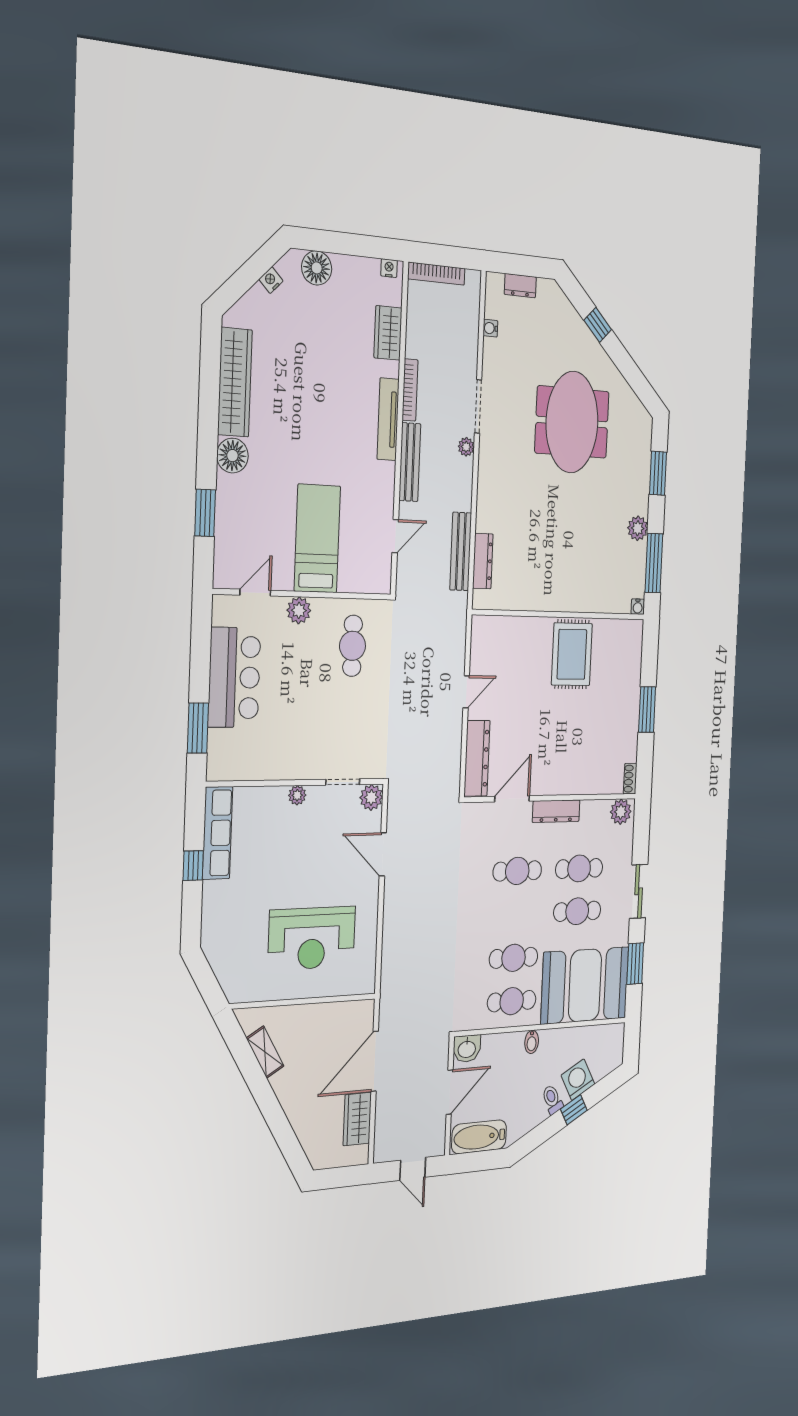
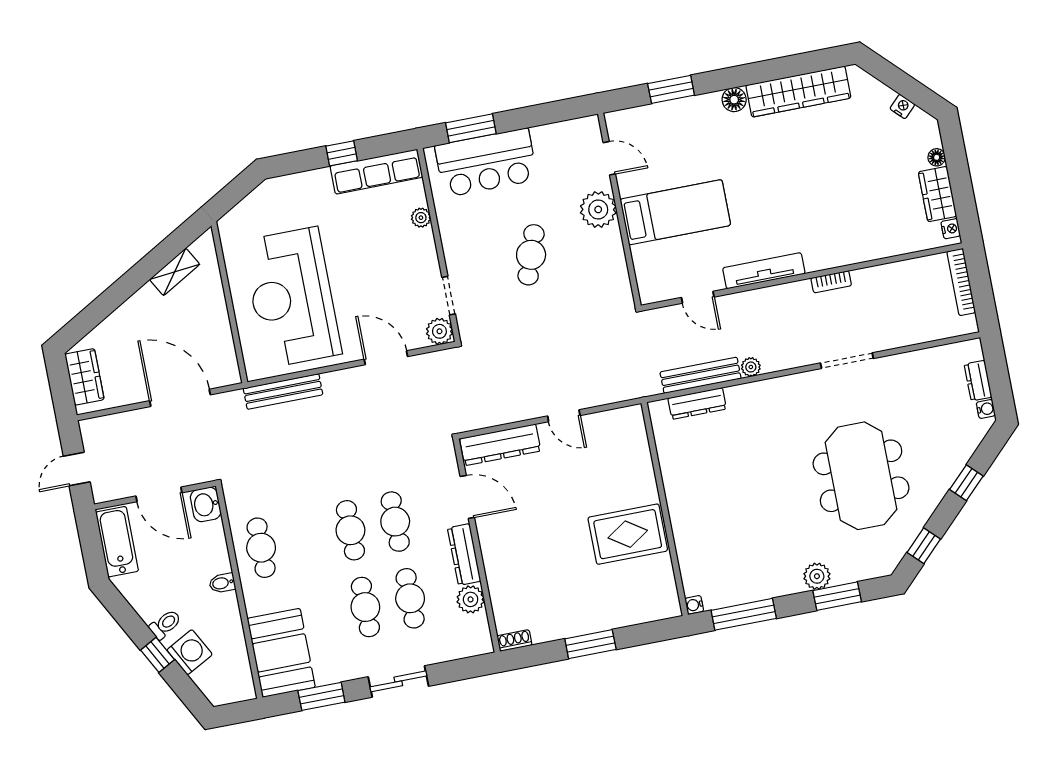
floor lamp: (317, 268) -> (937, 157), width x0.53, depth x0.53
water cooler: (490, 328) -> (986, 409), moved, turned 90
wardrobe: (388, 333) -> (937, 194), moved, turned -90
window: (637, 381) -> (924, 546), added
bookcase: (410, 390) -> (831, 282), width x0.64
tv unit: (388, 419) -> (764, 271), moved
meeting table: (572, 422) -> (861, 476), turned 90
plant: (466, 447) -> (751, 367), moved
floor lamp: (232, 456) -> (734, 100), width x0.73, depth x0.73
bench: (410, 462) -> (283, 391), moved
plant: (638, 528) -> (817, 576), moved
plant: (299, 610) -> (598, 209), width x1.36, depth x1.36
cafe table: (353, 646) -> (531, 255), moved, turned -71
bar counter: (234, 677) -> (486, 163), moved
plant: (297, 795) -> (421, 218), moved
plant: (621, 812) -> (471, 599), moved
door: (383, 854) -> (386, 358), hinge flipped
reception desk: (312, 938) -> (292, 297), width x1.36, depth x1.30
cafe table: (514, 958) -> (350, 530), moved
booth: (585, 985) -> (281, 653), width x0.73, depth x0.70
wardrobe: (357, 1119) -> (84, 377), moved, turned 90

